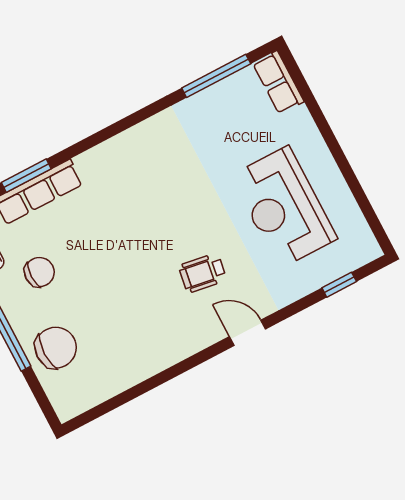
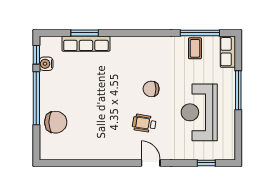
coffee table: (221, 105) -> (195, 48), added
window: (329, 137) -> (238, 90), added
chair: (39, 272) -> (151, 89), moved, turned 180

